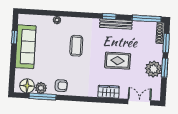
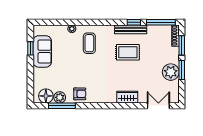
window: (109, 16) -> (134, 22), moved
coffee table: (76, 46) -> (89, 43), moved
sofa: (26, 47) -> (42, 51), width x0.73
rug: (118, 61) -> (128, 52), moved

